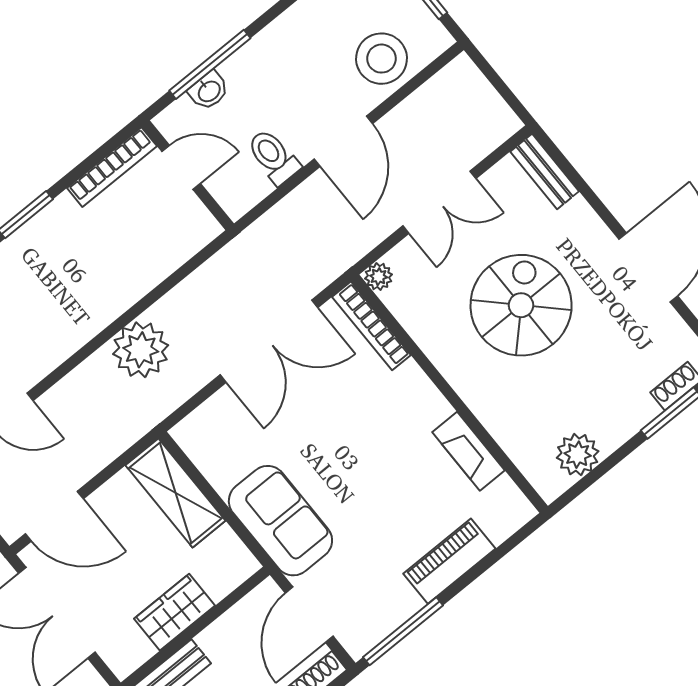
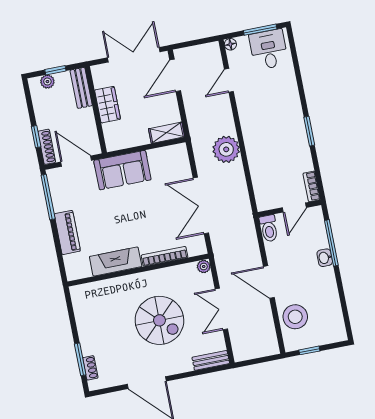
washbasin: (209, 91) -> (325, 258), moved
toilet: (273, 157) -> (269, 228), moved, turned 90
bookcase: (112, 167) -> (312, 186), width x0.64
bookcase: (371, 326) -> (164, 256), moved
fireplace: (468, 451) -> (116, 262), width x1.37, depth x1.32
plant: (578, 455) -> (84, 311), removed
shelving: (176, 493) -> (167, 133), width x0.67, depth x0.75

